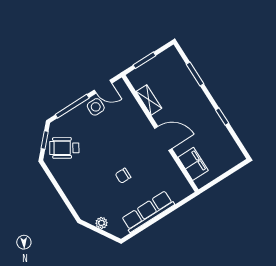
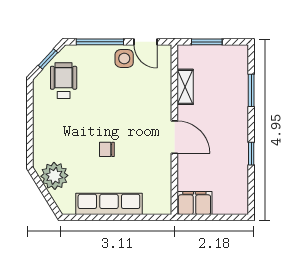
wheelchair: (64, 148) -> (64, 81), turned 58
filing cabinet: (193, 164) -> (194, 203), moved, turned -90
plant: (101, 223) -> (54, 176), width x1.88, depth x1.88

